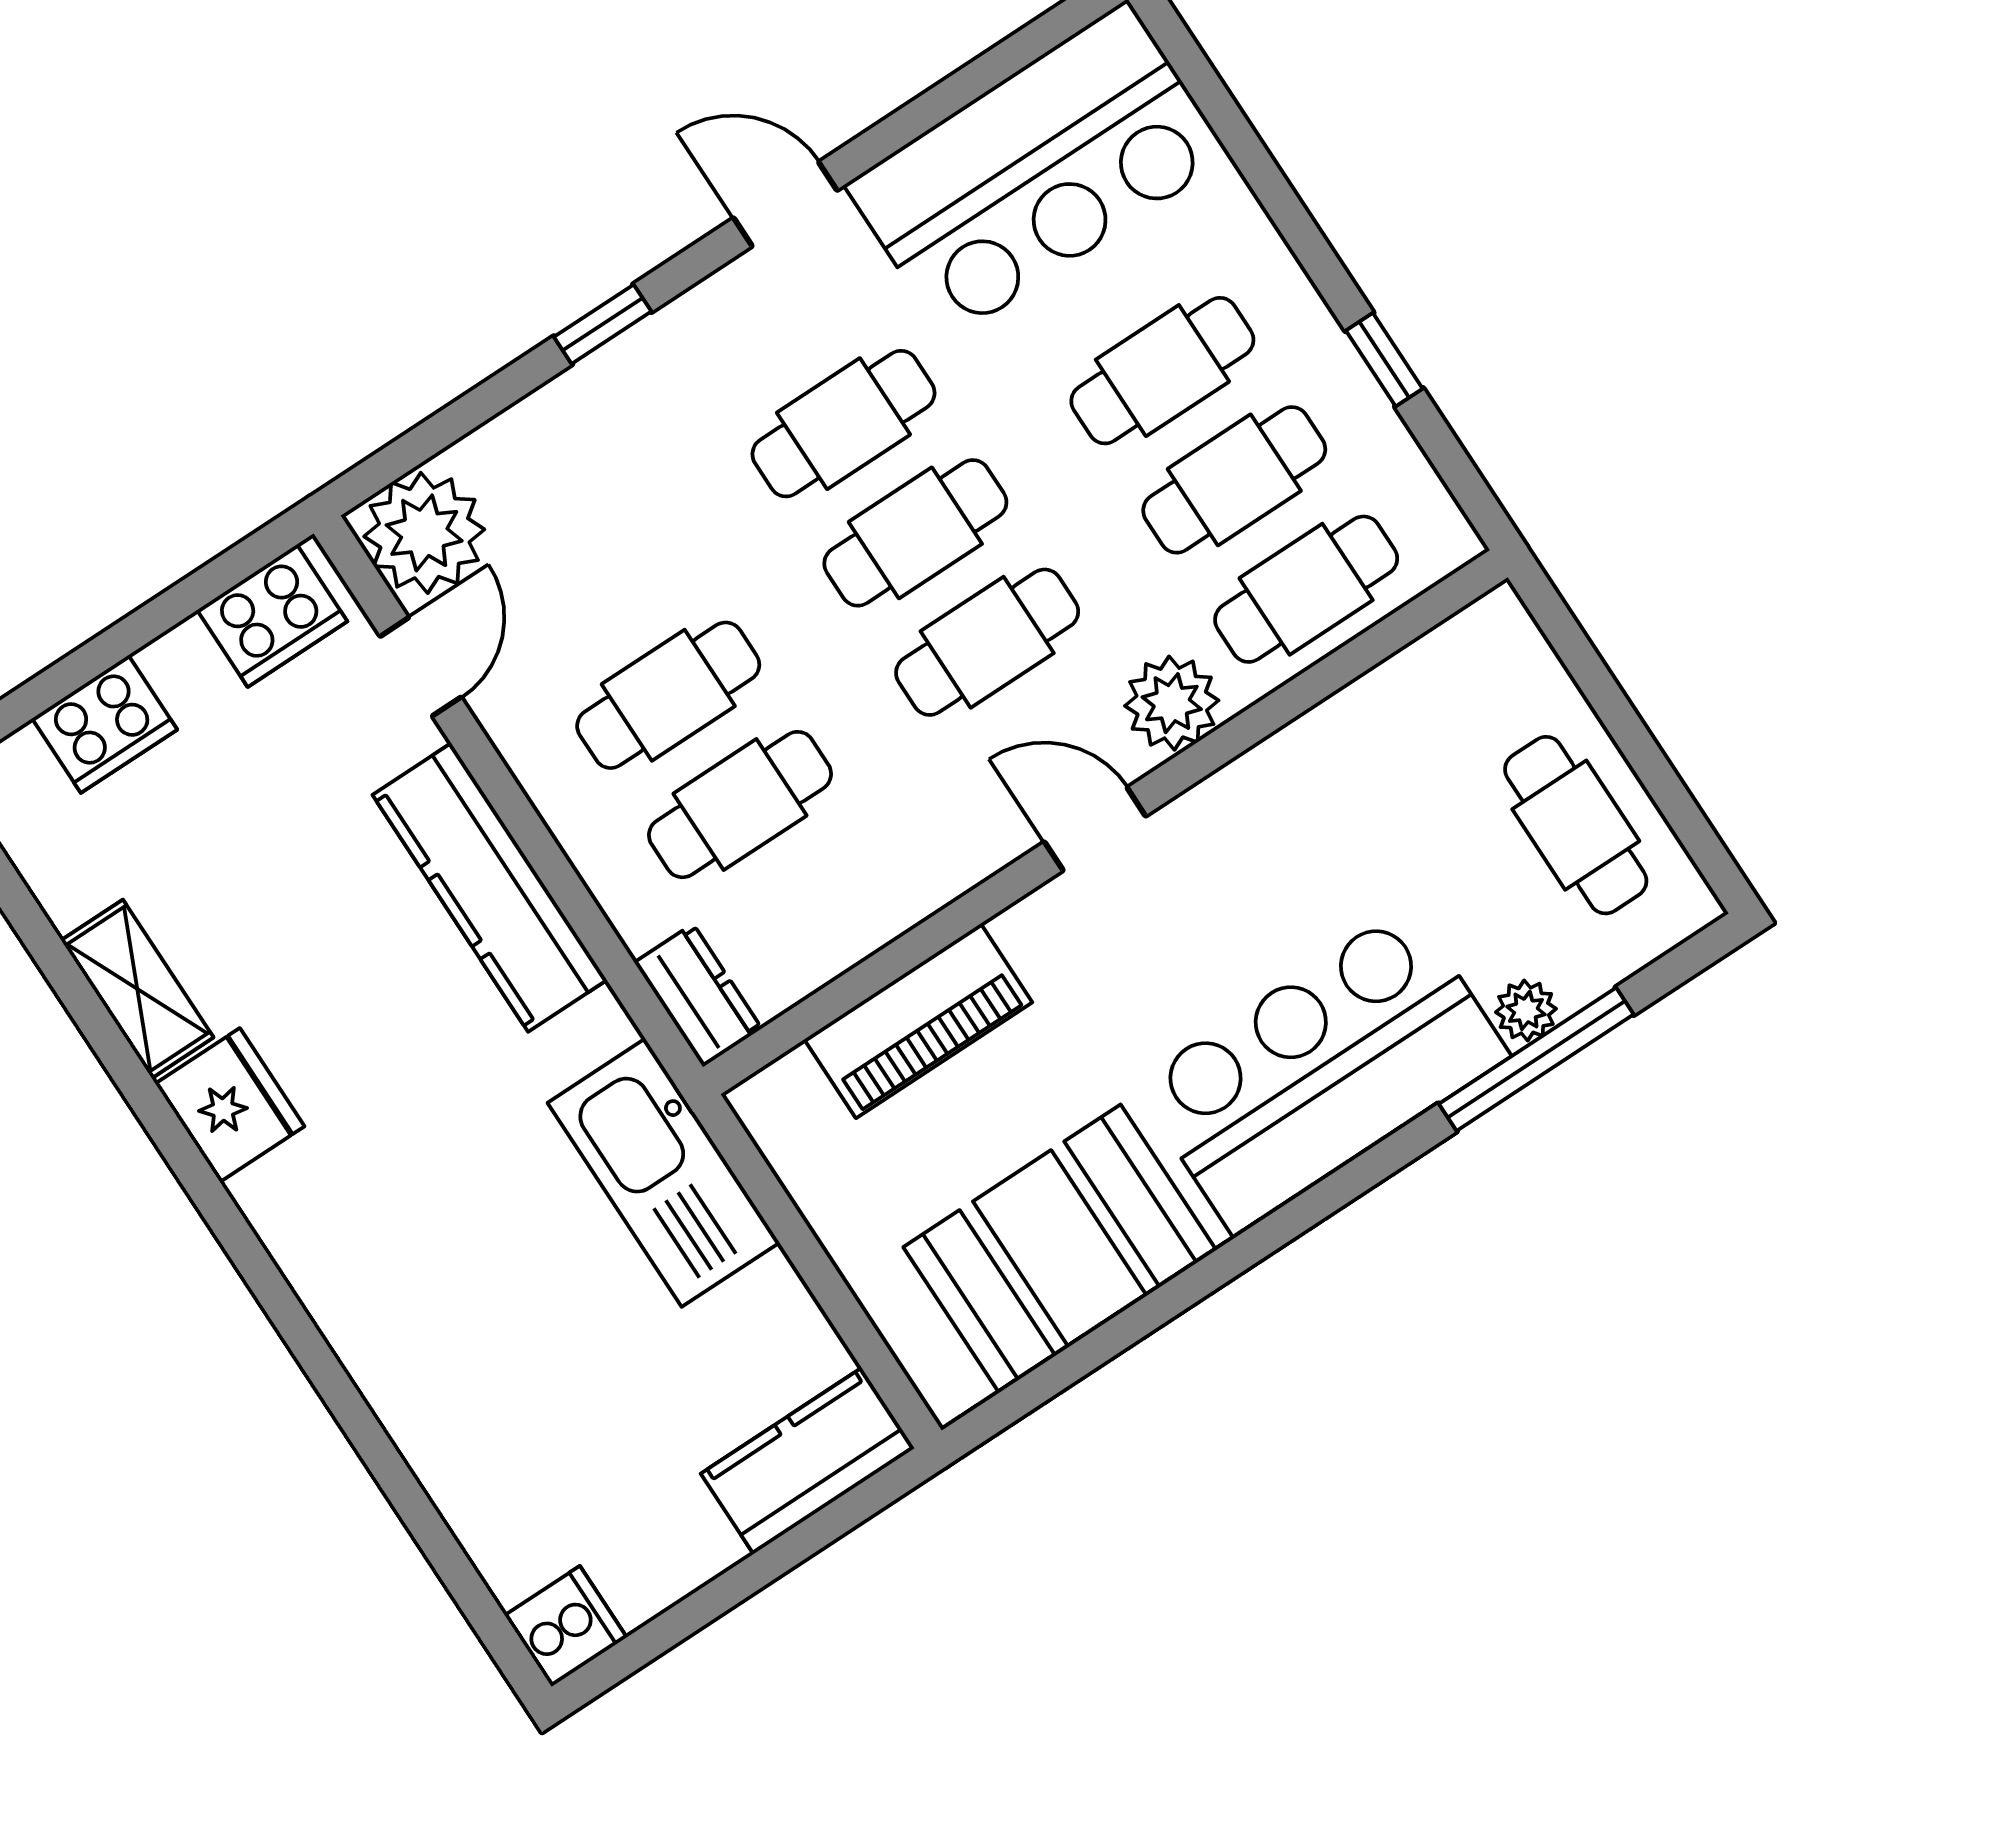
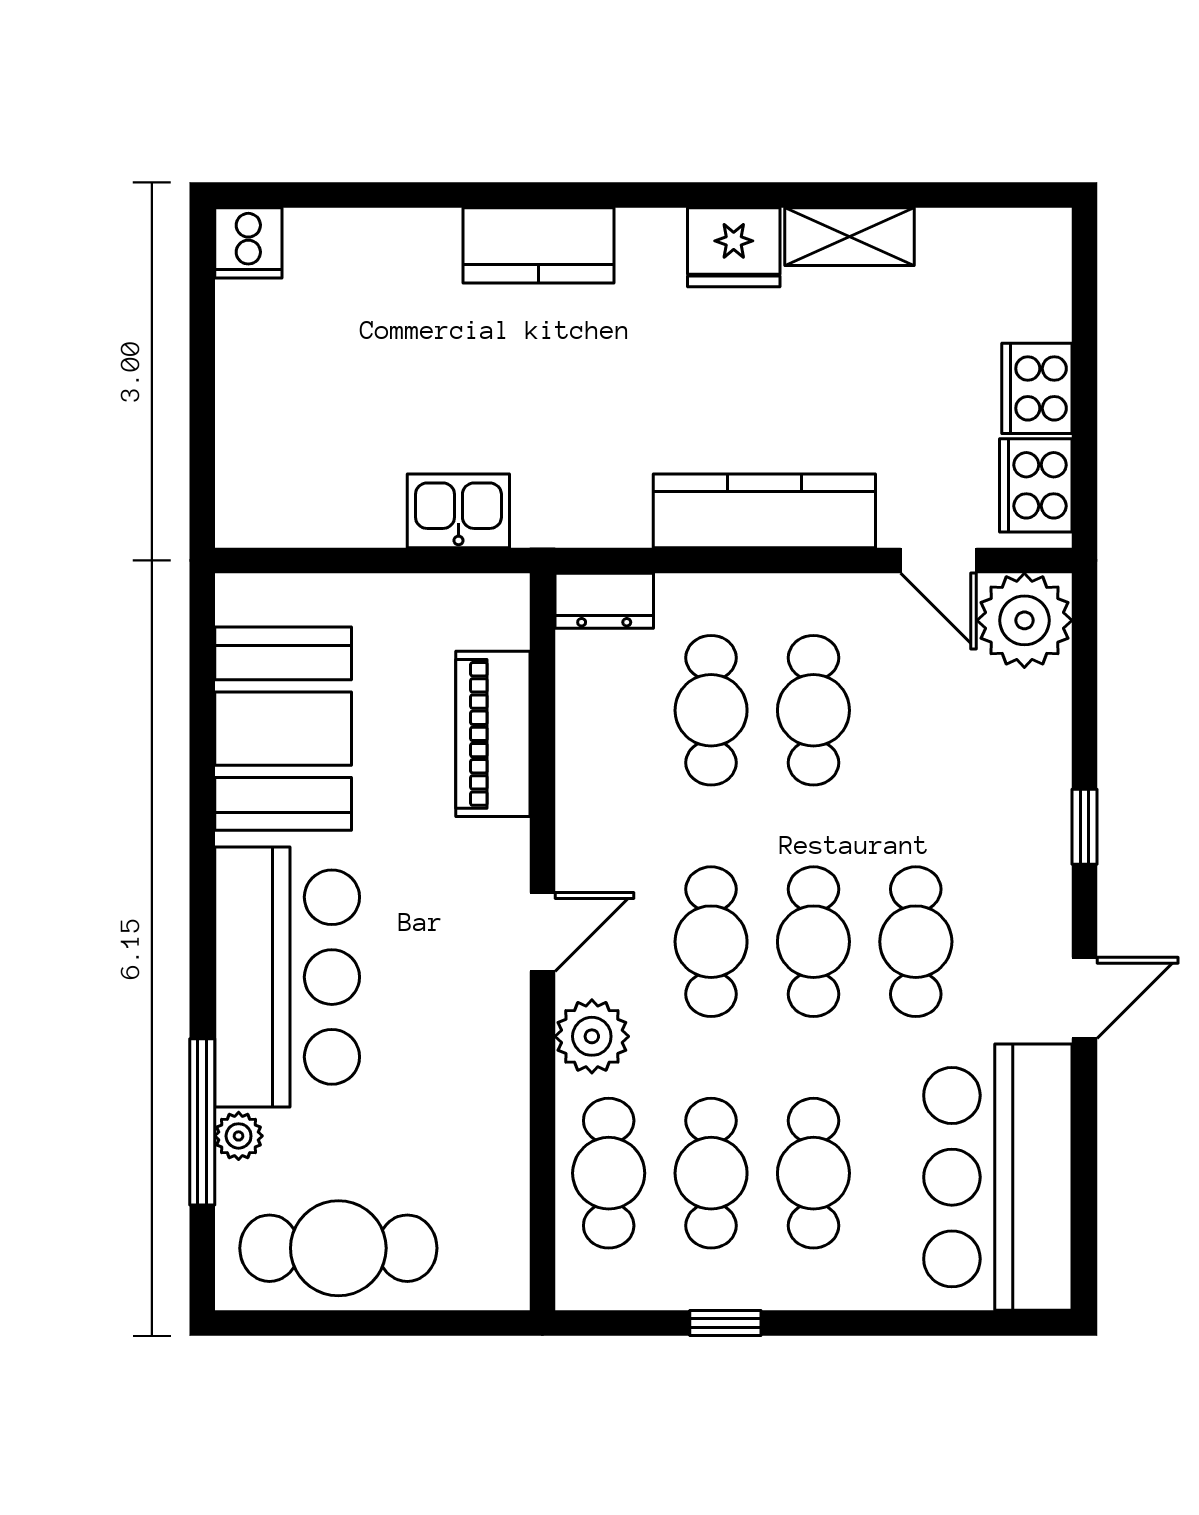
cooker: (105, 724) -> (1037, 388), moved
cafe table: (1576, 825) -> (338, 1248), width x1.37, depth x1.35
kitchen sink: (664, 1173) -> (458, 511), width x0.53, depth x0.81
kitchen counter: (808, 1461) -> (538, 245), moved, turned 90

